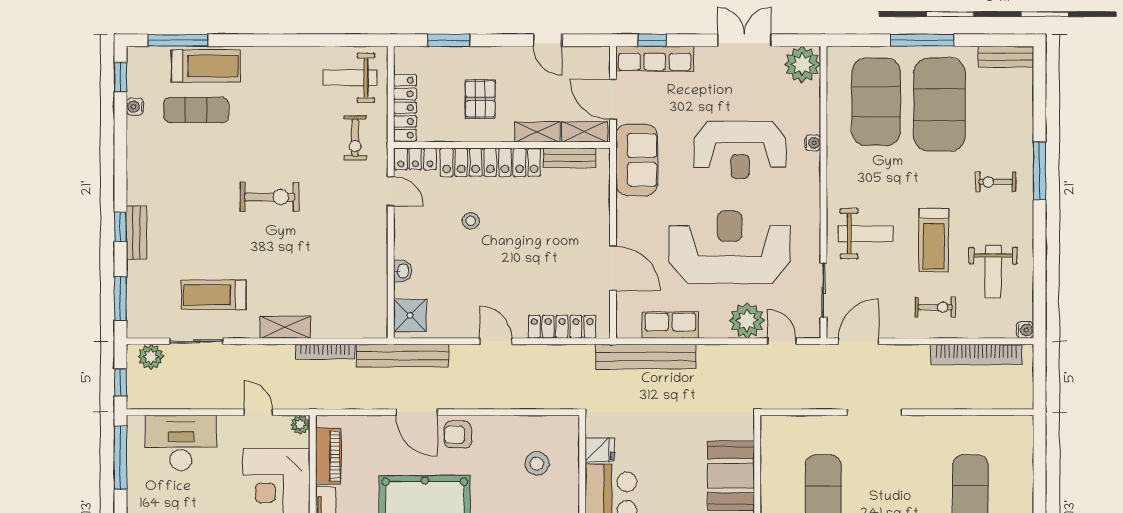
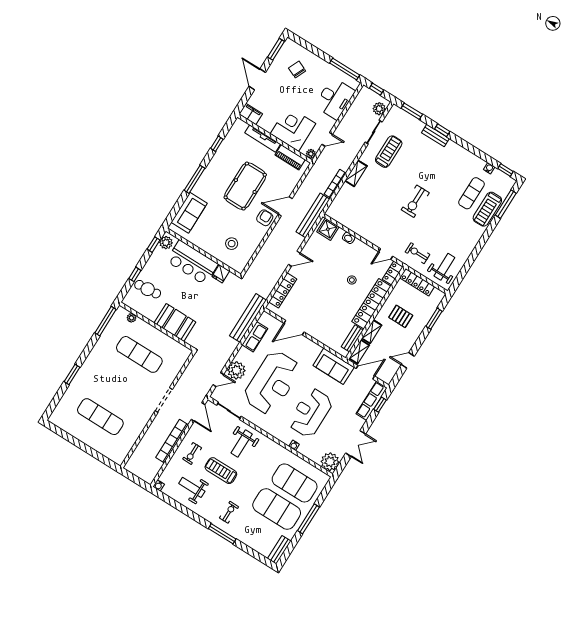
bookcase: (976, 354) -> (172, 441), moved

